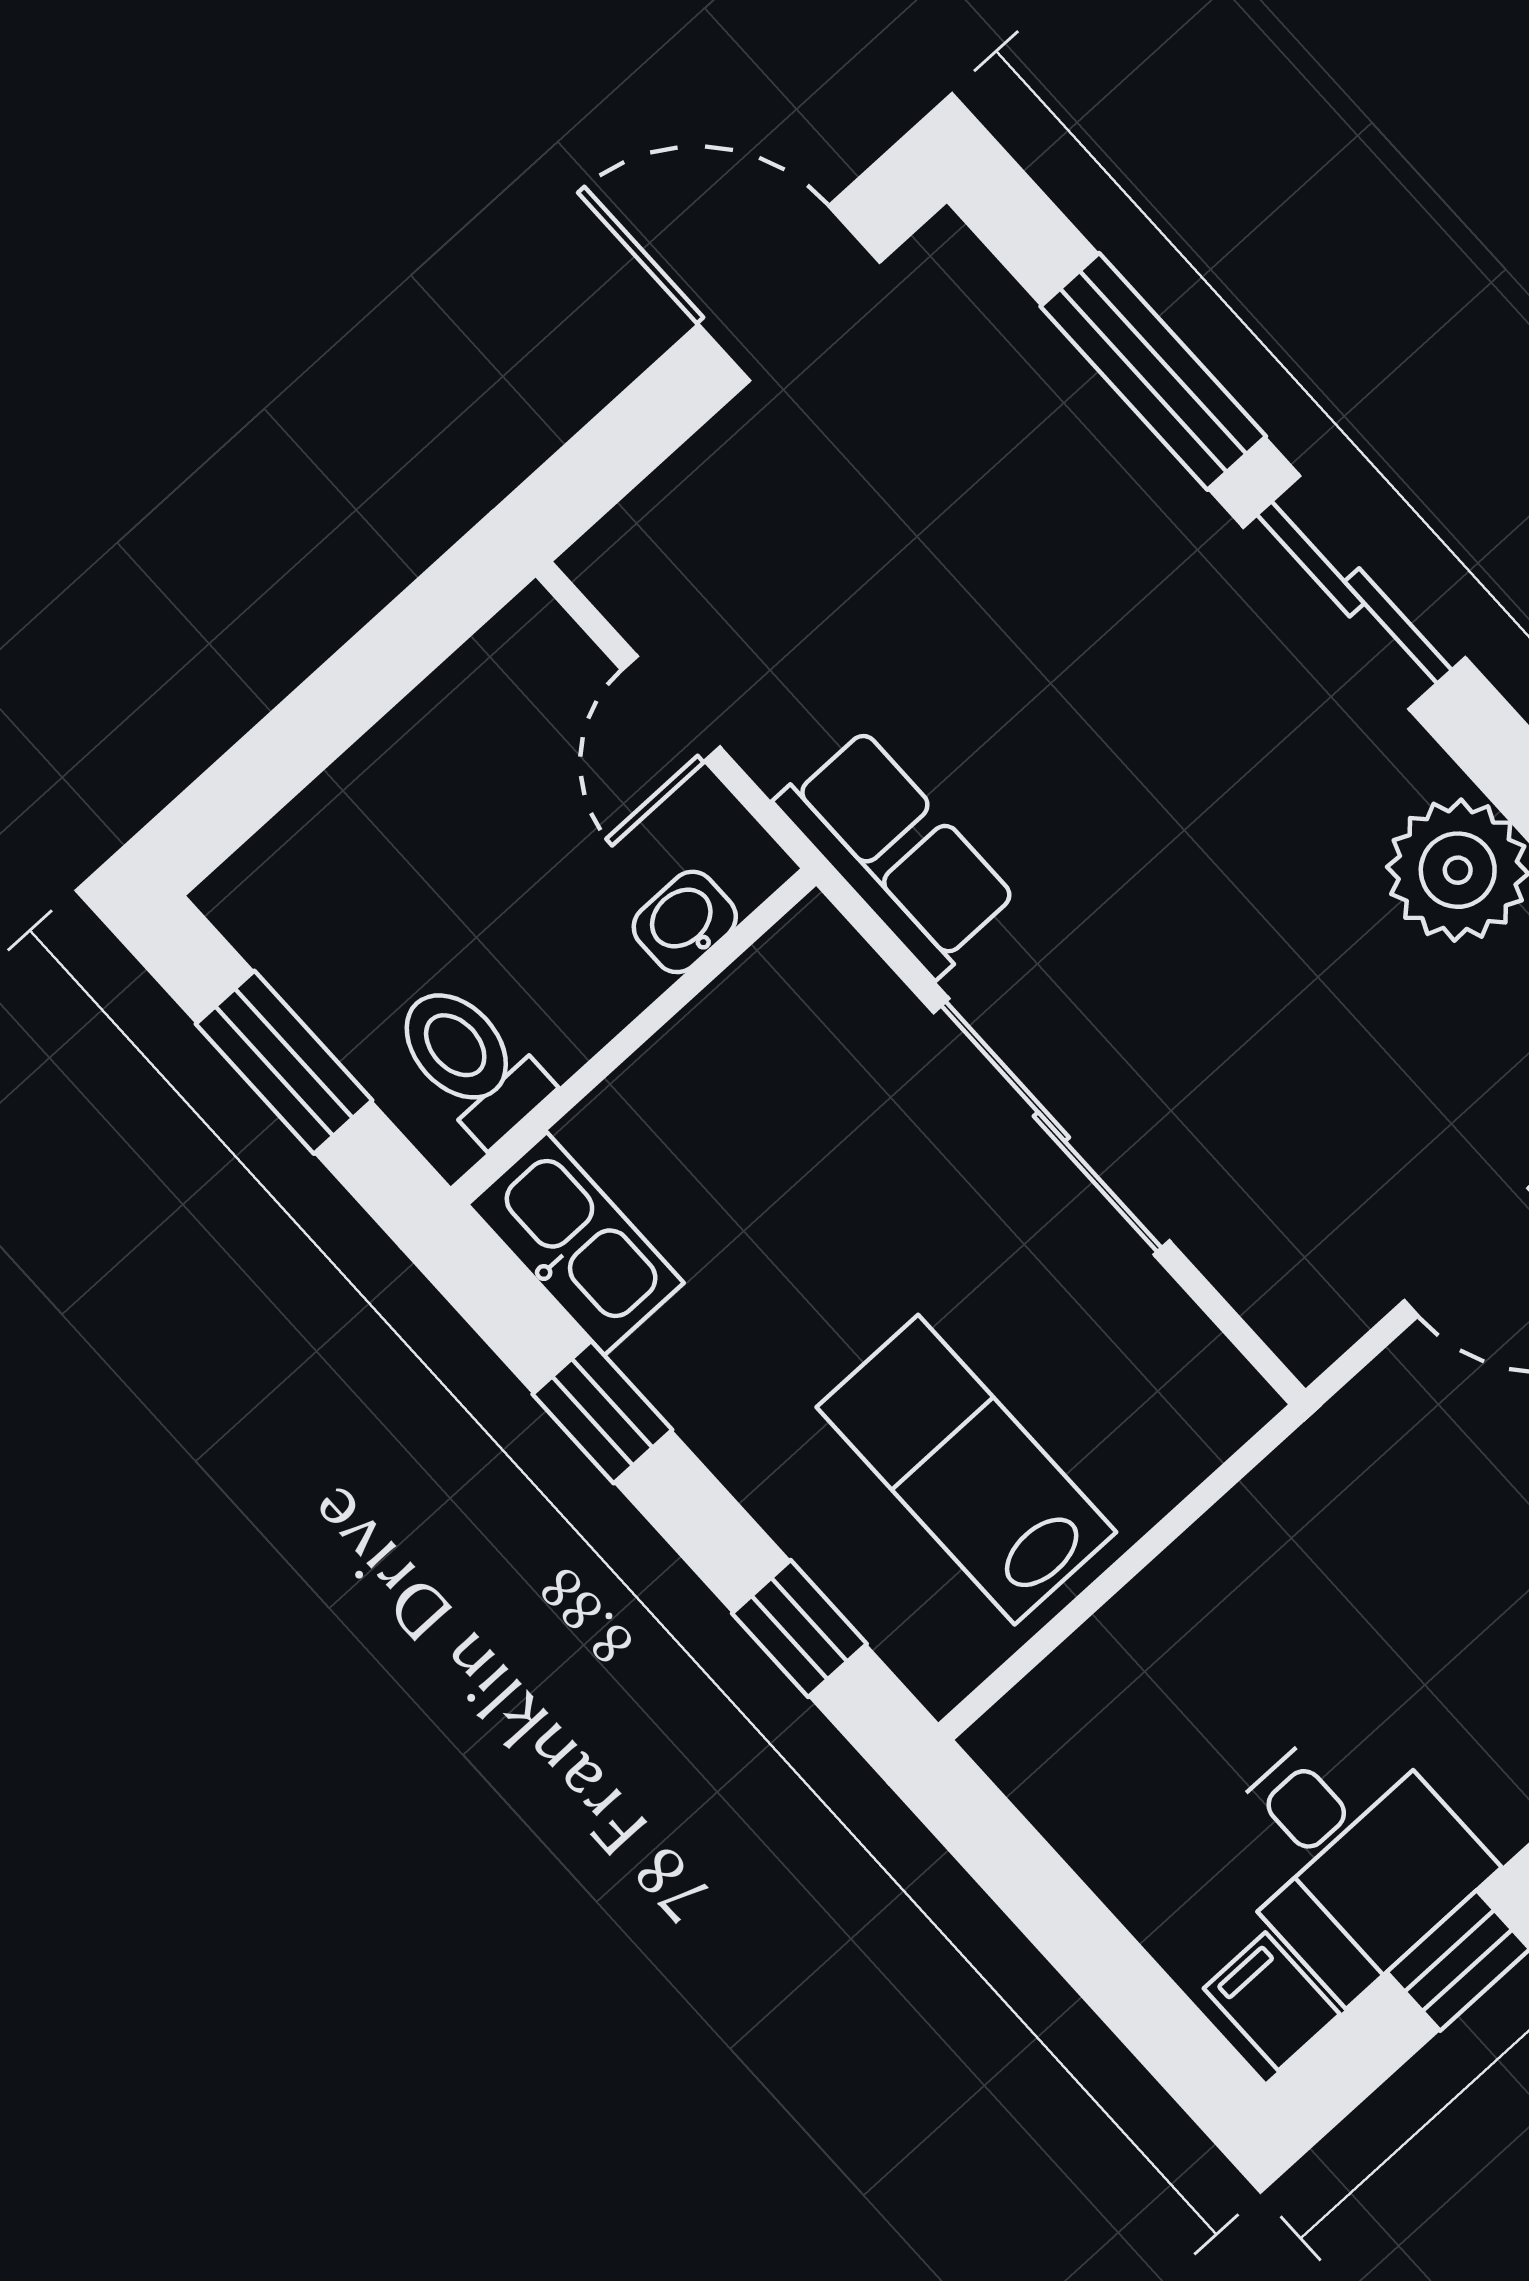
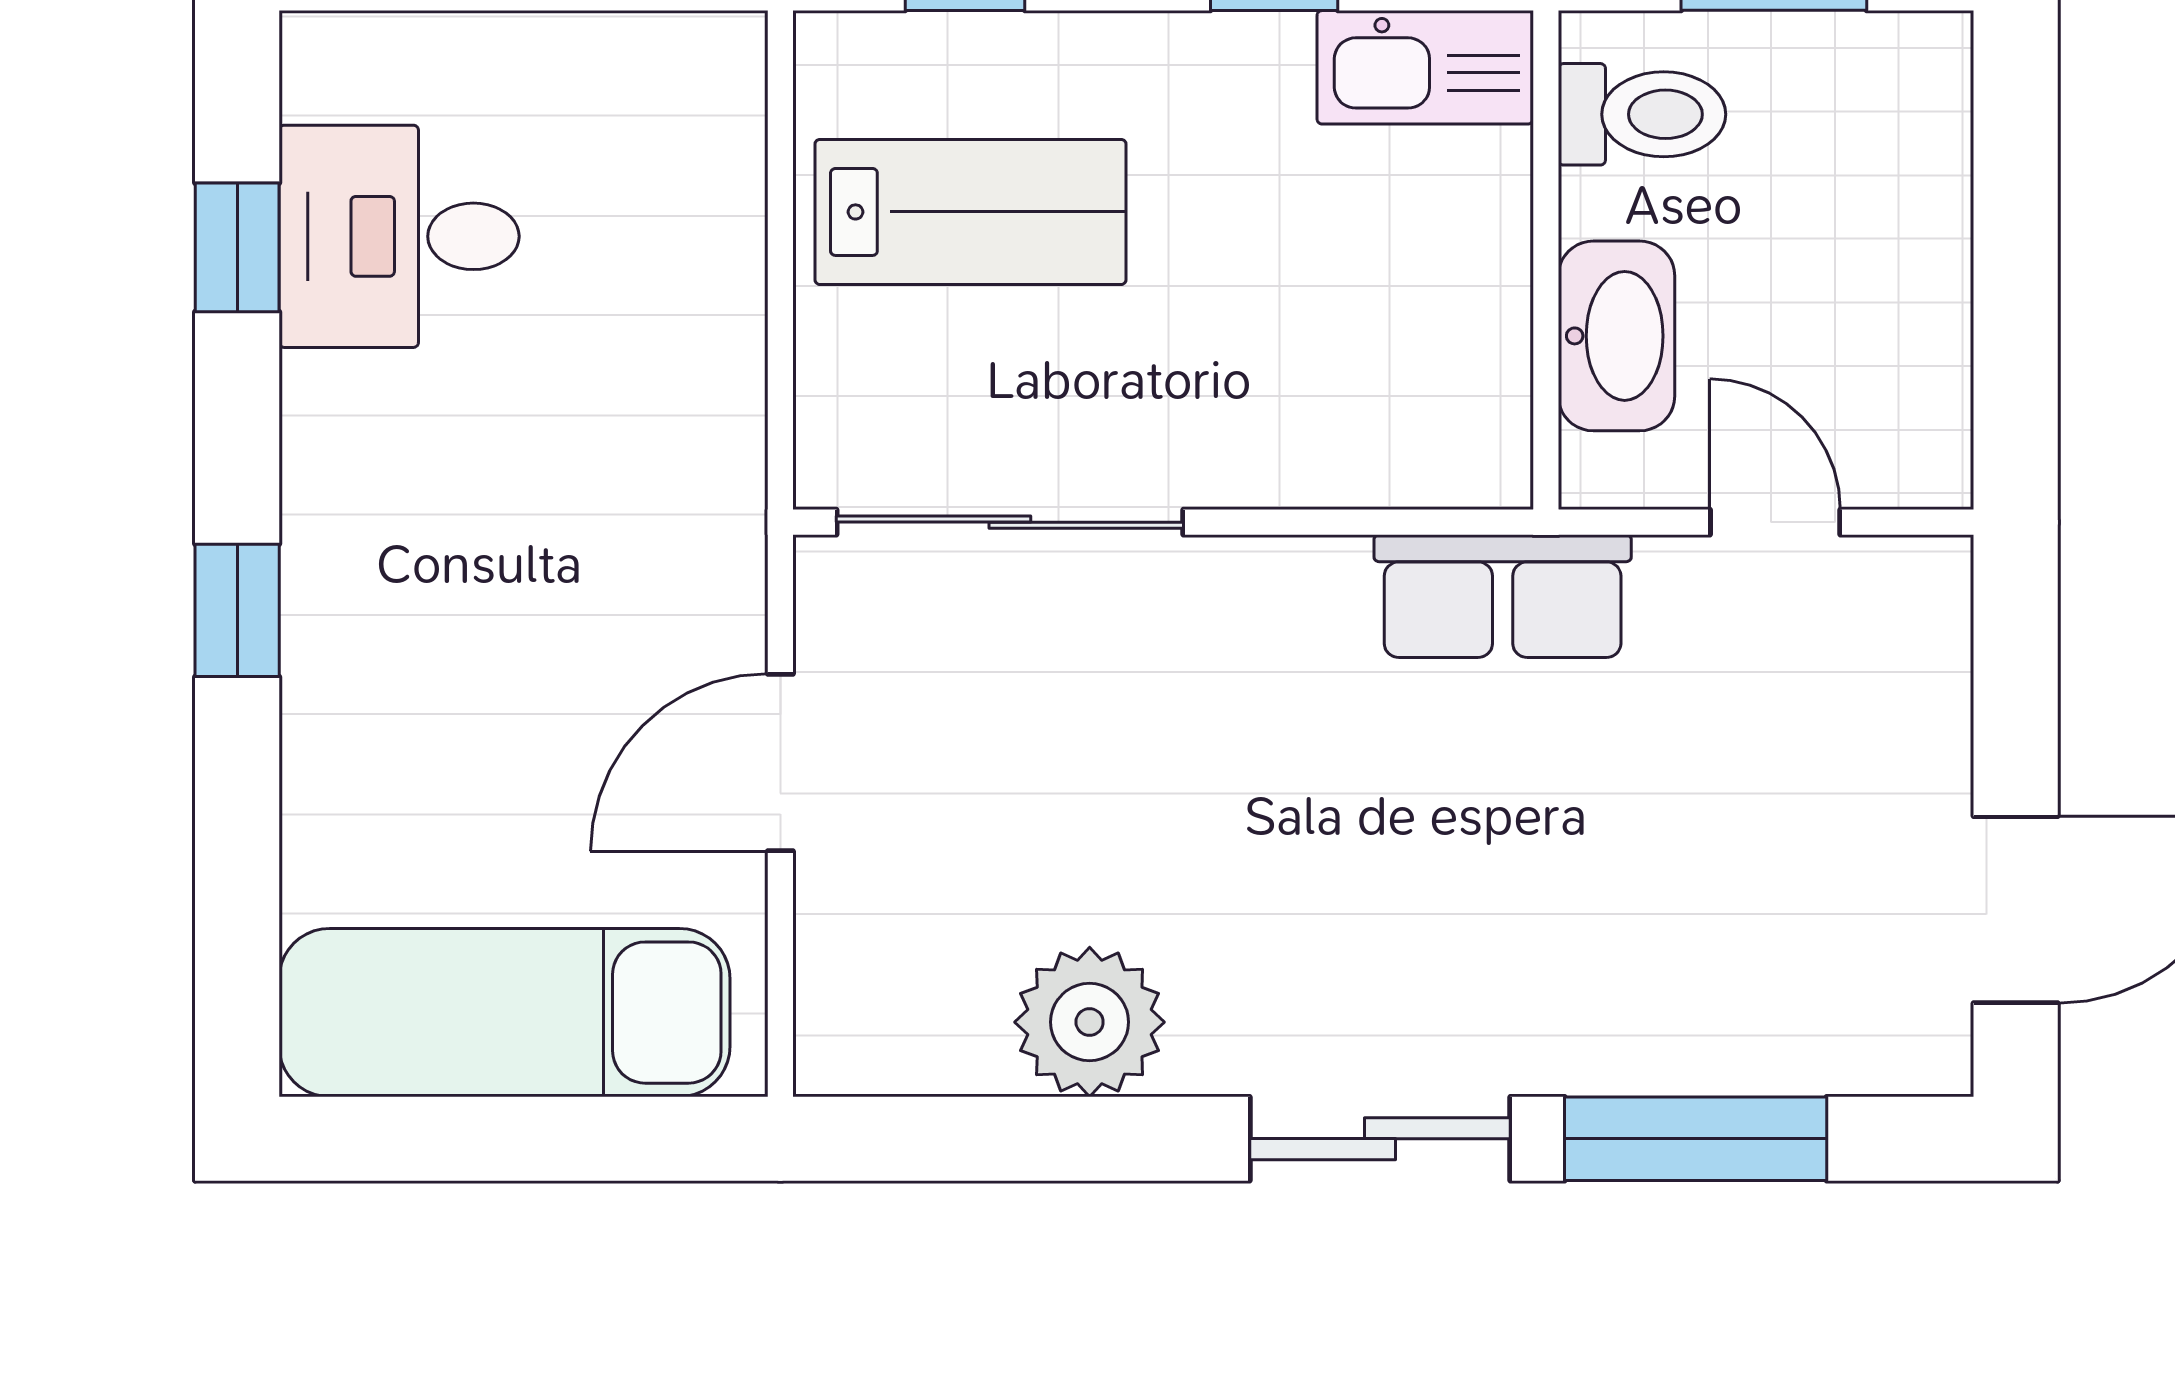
washbasin: (685, 922) -> (1616, 336), width x1.91, depth x1.45
sliding door: (1051, 1127) -> (1010, 522), moved
filing cabinet: (1272, 2001) -> (338, 73), removed

